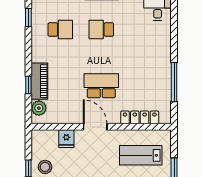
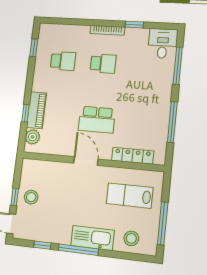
window: (174, 27) -> (178, 66), added
school desk: (101, 29) -> (103, 64), turned 180
school desk: (101, 86) -> (97, 120), turned 180
fridge: (66, 139) -> (56, 170), removed

